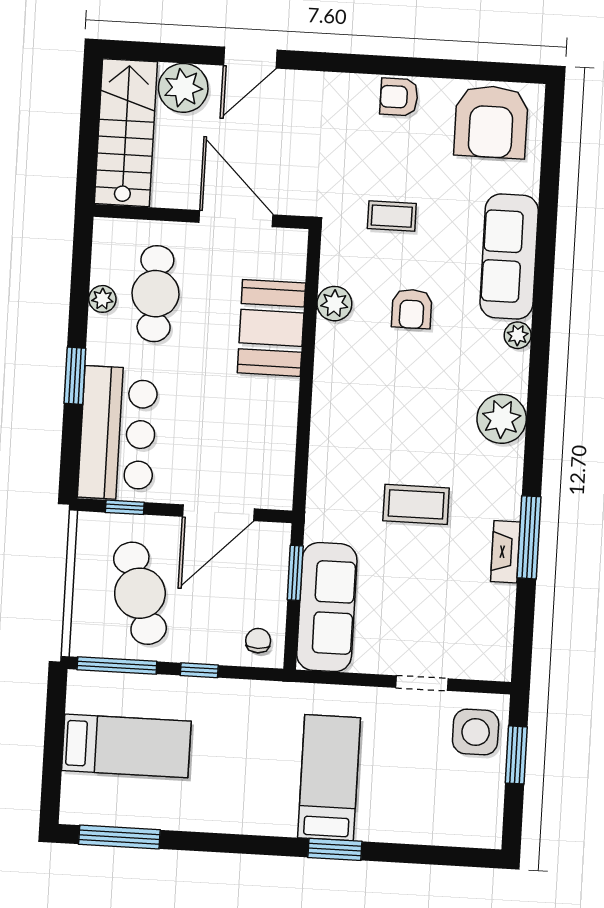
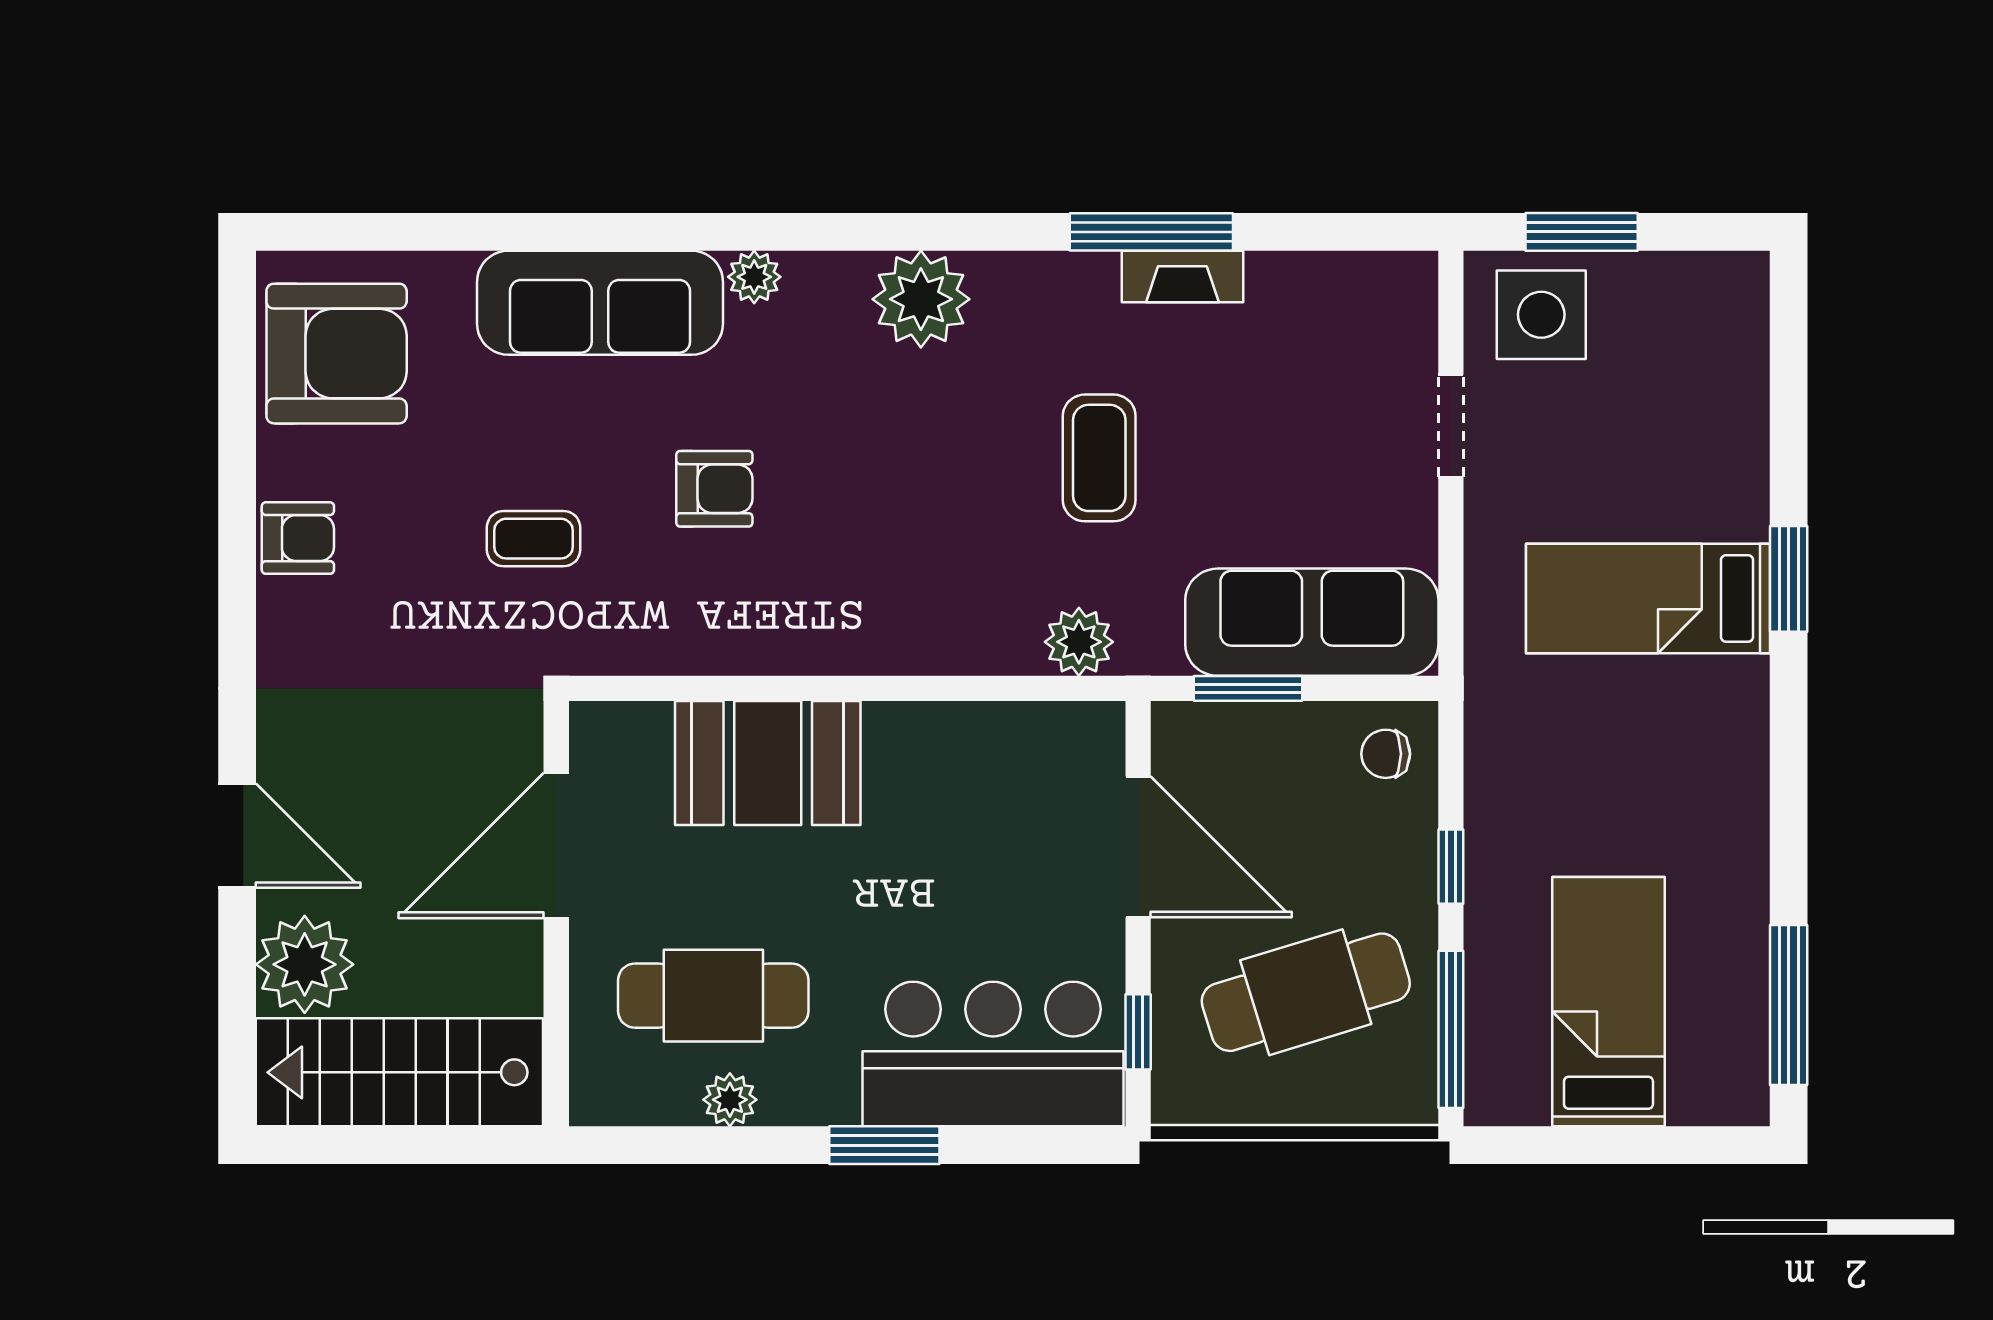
armchair: (399, 97) -> (298, 538), turned -90
coffee table: (392, 216) -> (534, 539), turned 90
plant: (334, 304) -> (1079, 642), moved

